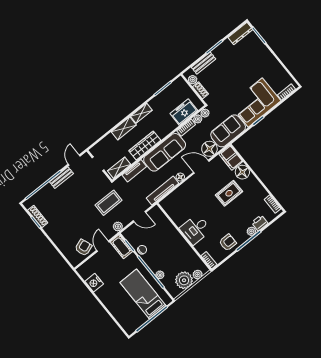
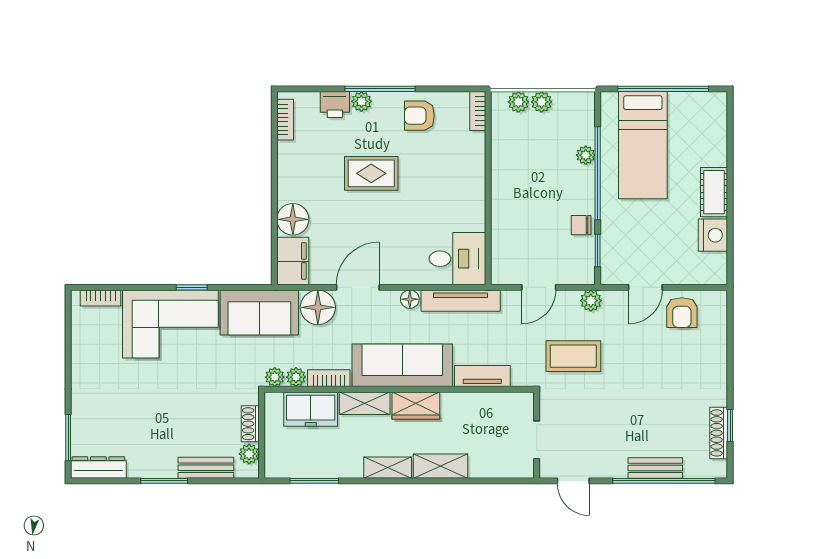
wardrobe: (145, 146) -> (416, 406), width x0.67
door: (74, 160) -> (573, 481), hinge flipped
door: (201, 167) -> (358, 287), swing flipped
shelving: (119, 168) -> (365, 403), moved
bench: (61, 178) -> (655, 468), moved
rug: (229, 193) -> (371, 173), moved
door: (139, 217) -> (539, 287), swing flipped
desk: (195, 229) -> (457, 259), moved
cot: (121, 247) -> (714, 192), moved
armchair: (83, 248) -> (682, 313), turned -70
plant: (184, 280) -> (542, 102), width x0.53, depth x0.53

